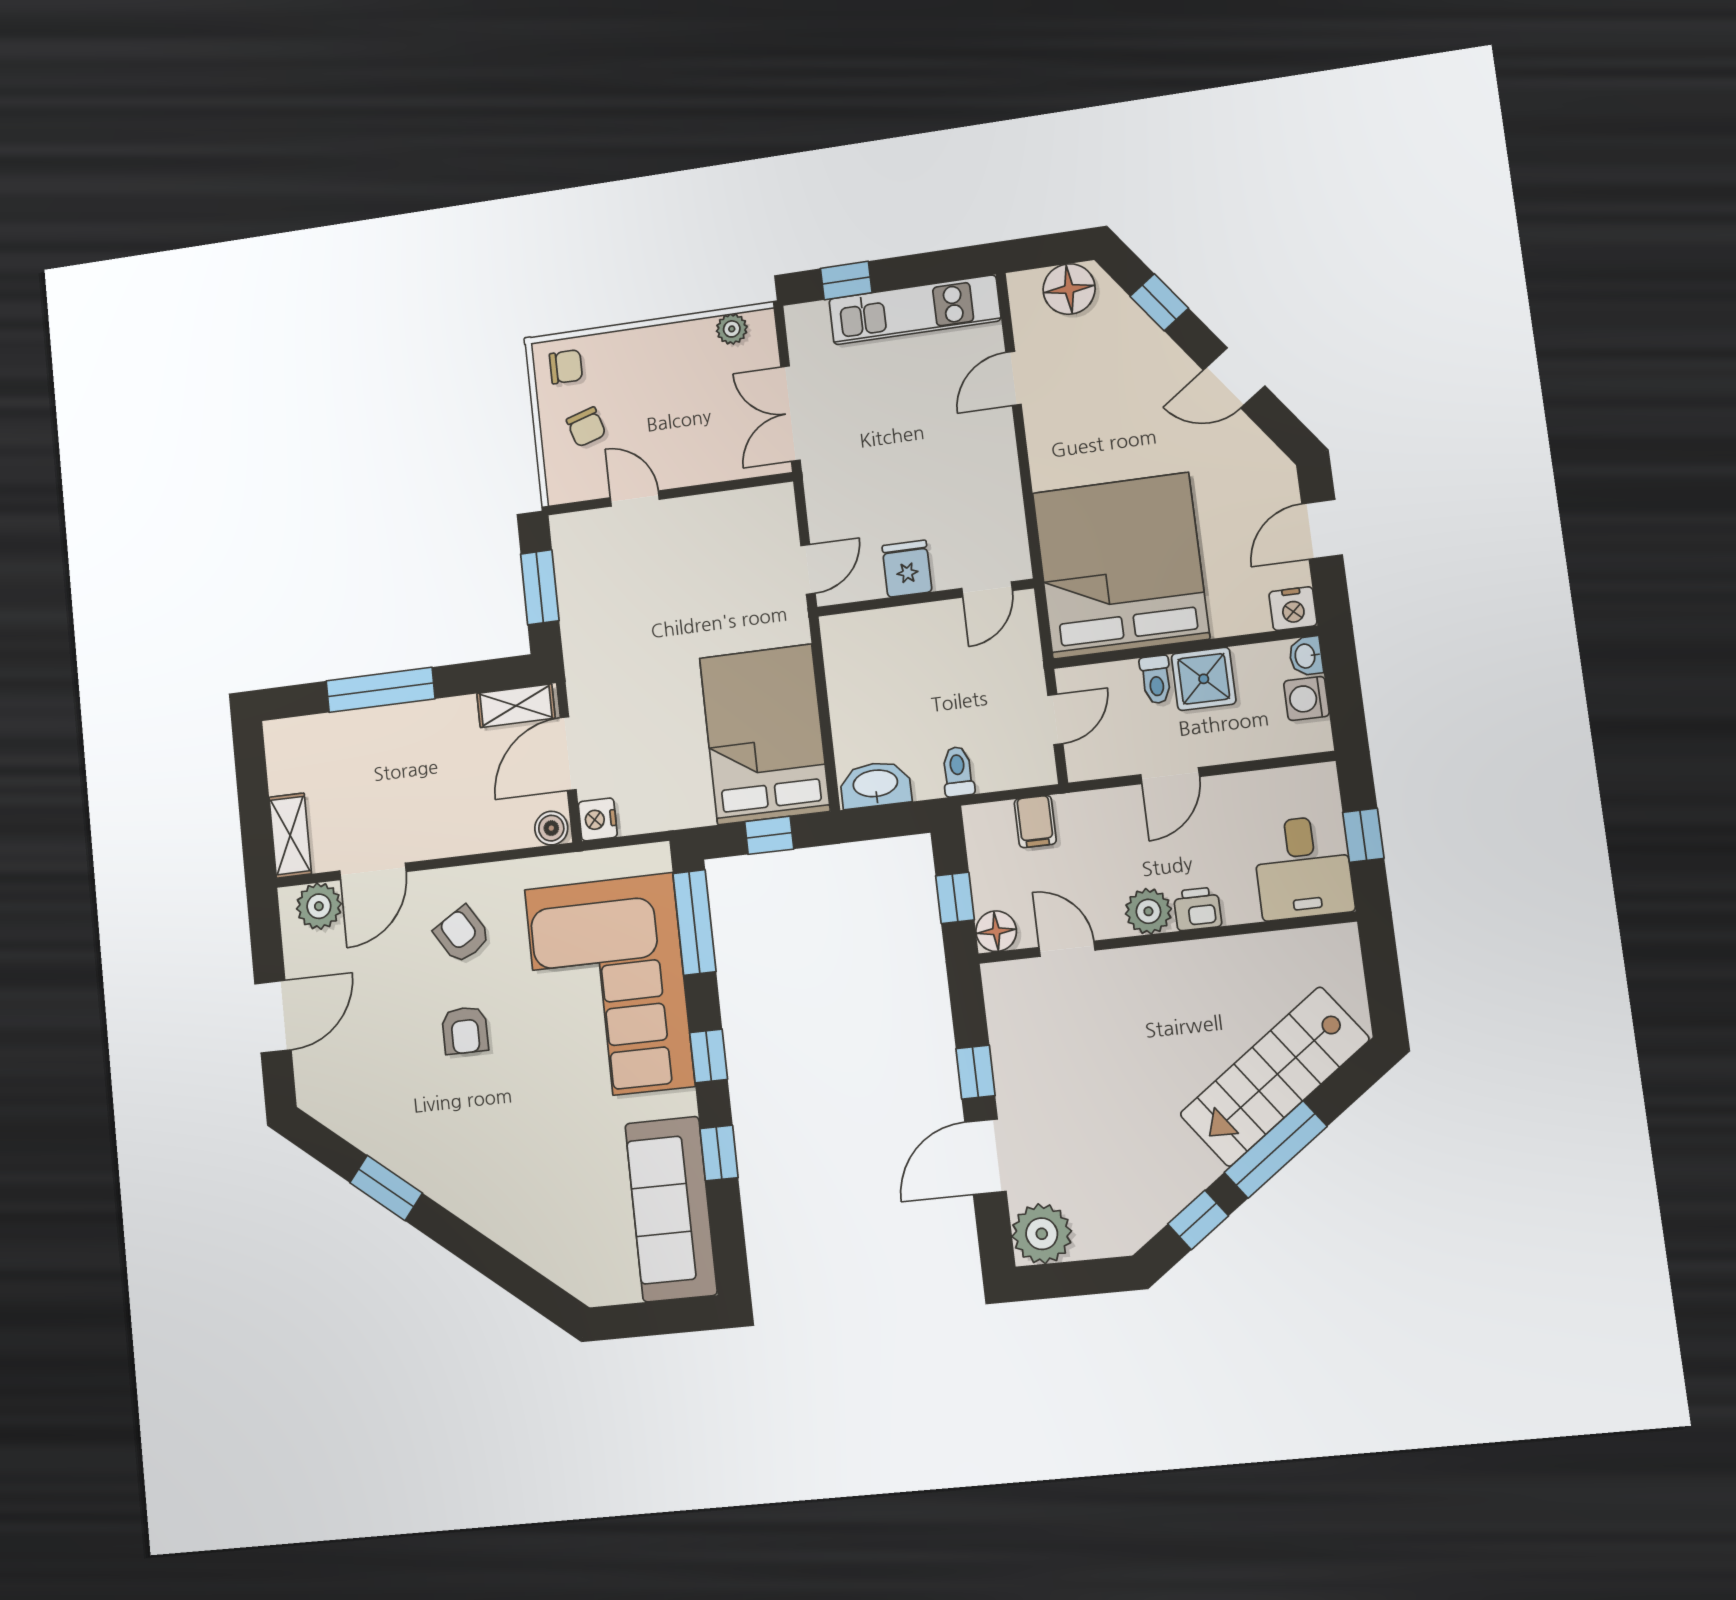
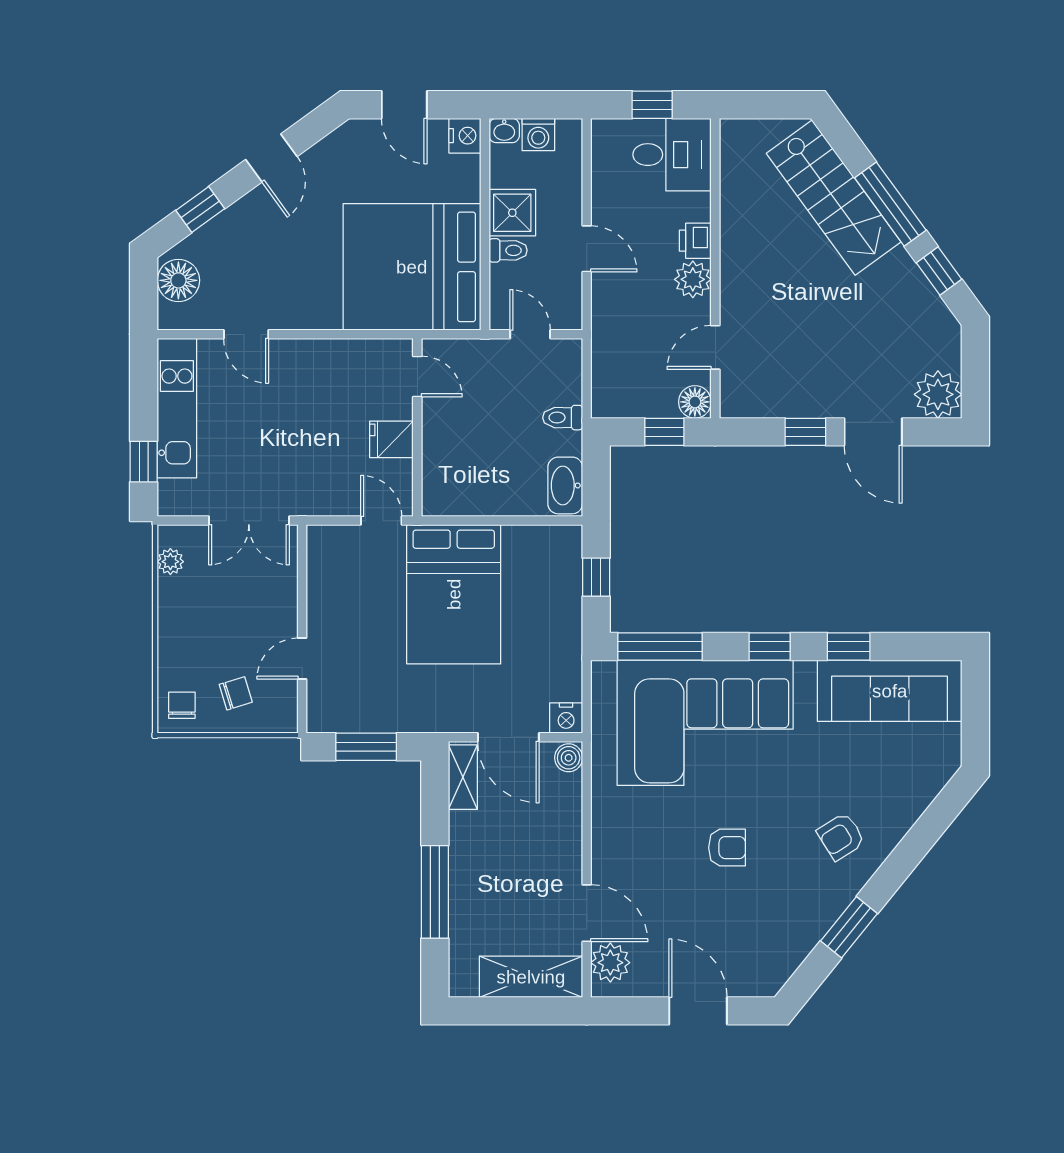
bed: (765, 734) -> (454, 594), moved, turned -90
filing cabinet: (1035, 822) -> (611, 360), removed
shelving: (290, 836) -> (531, 977), width x1.50, depth x1.33
armchair: (462, 934) -> (841, 836), moved

